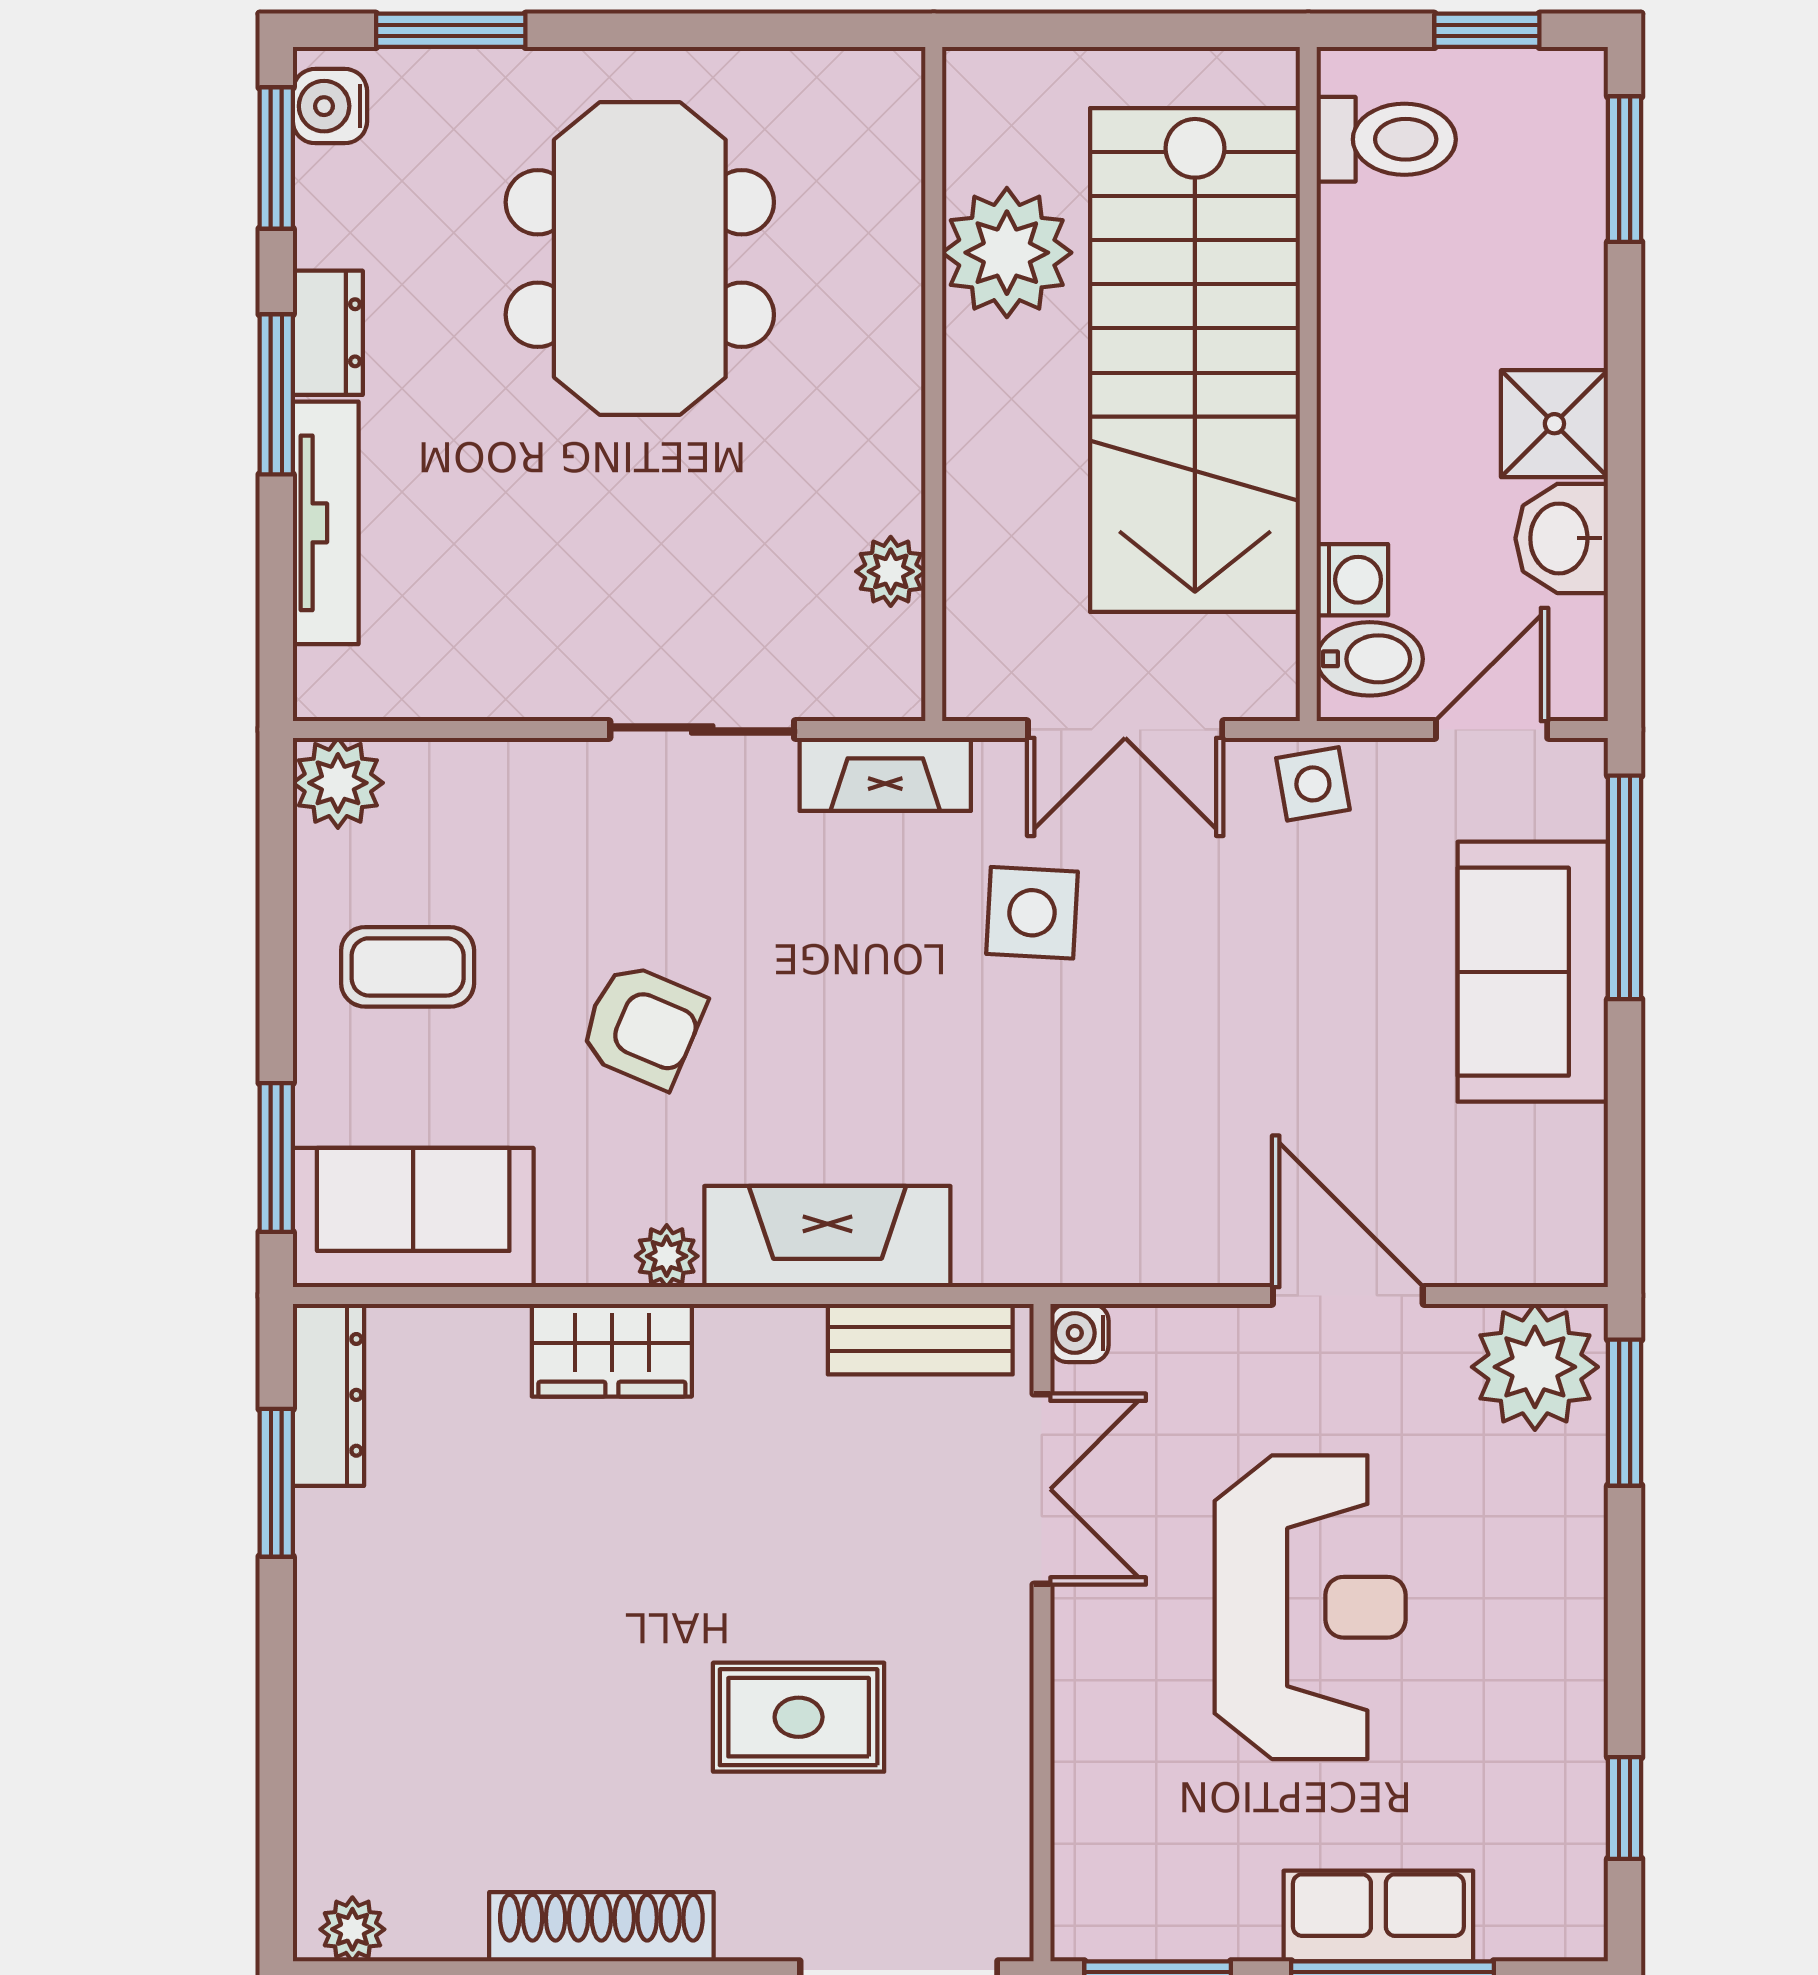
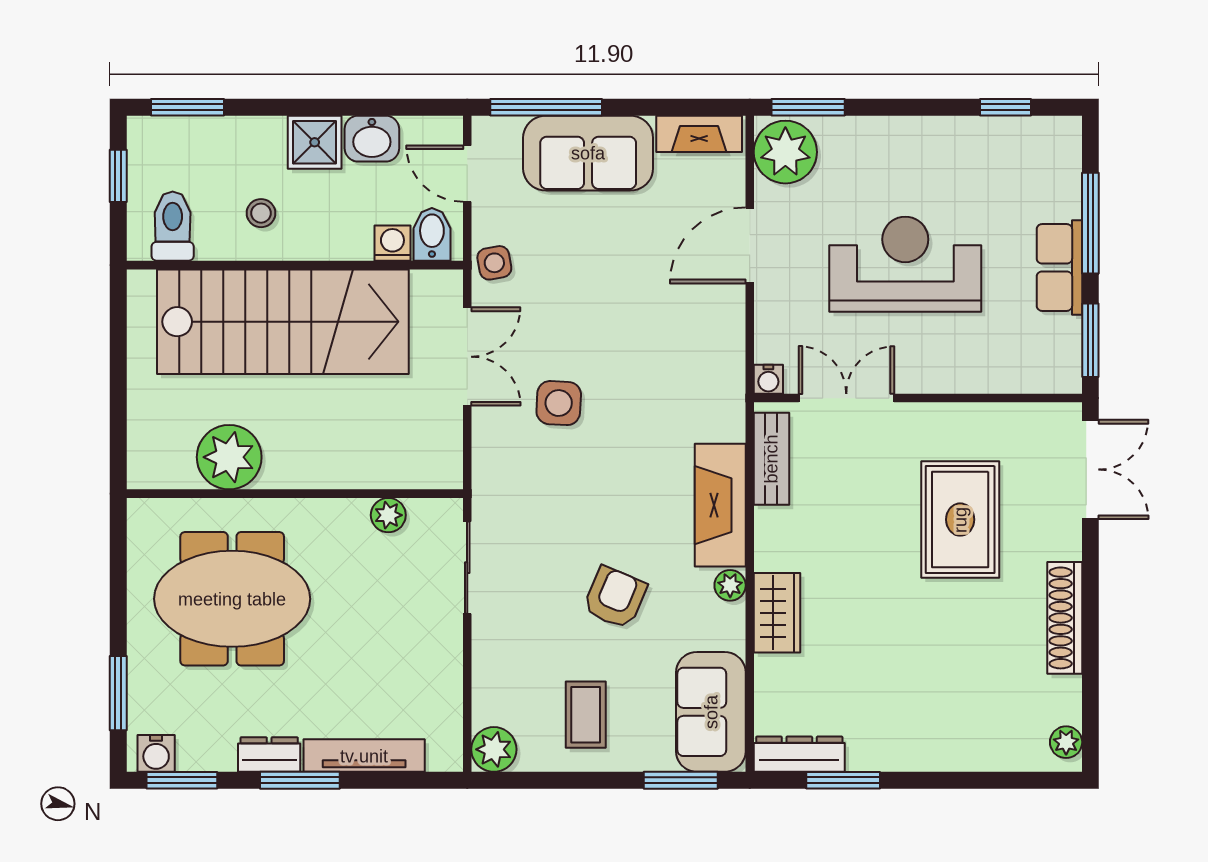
plant: (1007, 253) -> (229, 457), moved
stool: (1412, 316) -> (261, 213), added
wall: (934, 384) -> (295, 494), moved
plant: (891, 571) -> (388, 515), moved
fireplace: (885, 774) -> (699, 134), moved, turned 90
rug: (799, 1717) -> (960, 520), width x1.36, depth x1.43
row of seats: (1378, 1916) -> (1059, 267), moved

